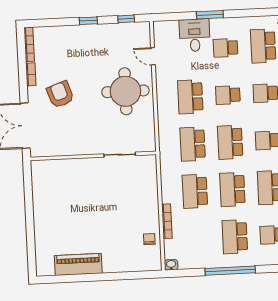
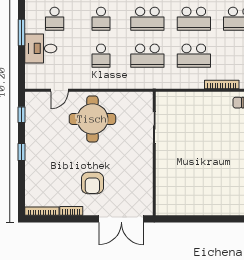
armchair: (60, 94) -> (92, 183), turned -71
school desk: (190, 97) -> (101, 56), width x0.54

